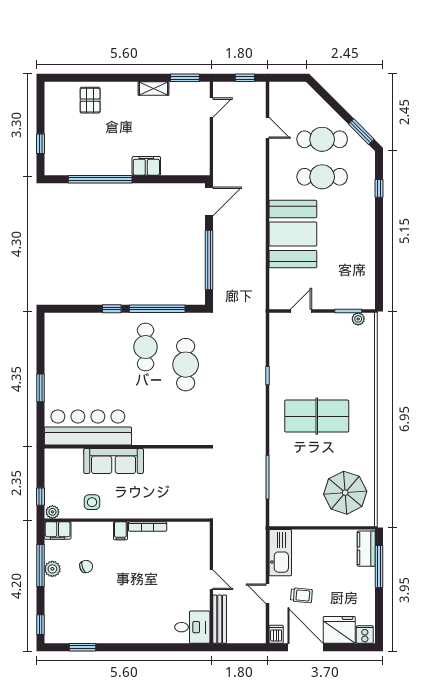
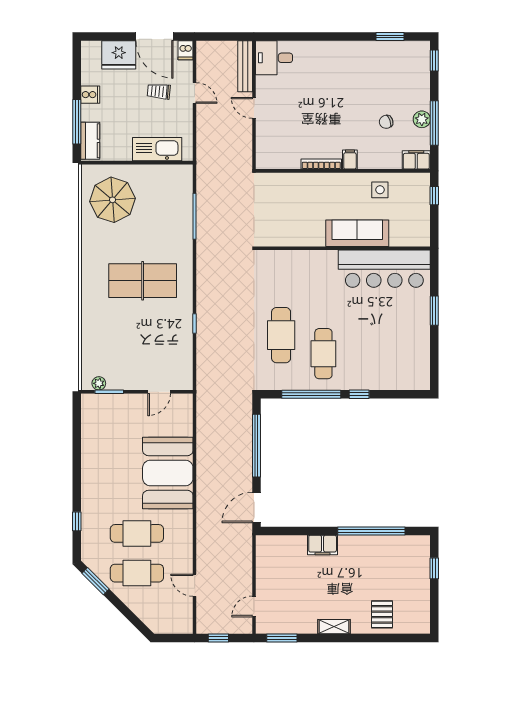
shelving: (153, 89) -> (334, 627), moved
plant: (52, 512) -> (422, 180), removed
kitchen sink: (280, 553) -> (157, 149), moved, turned 90
cooker: (365, 635) -> (90, 95), moved, turned -90

